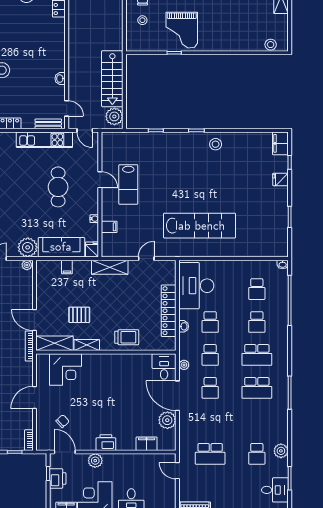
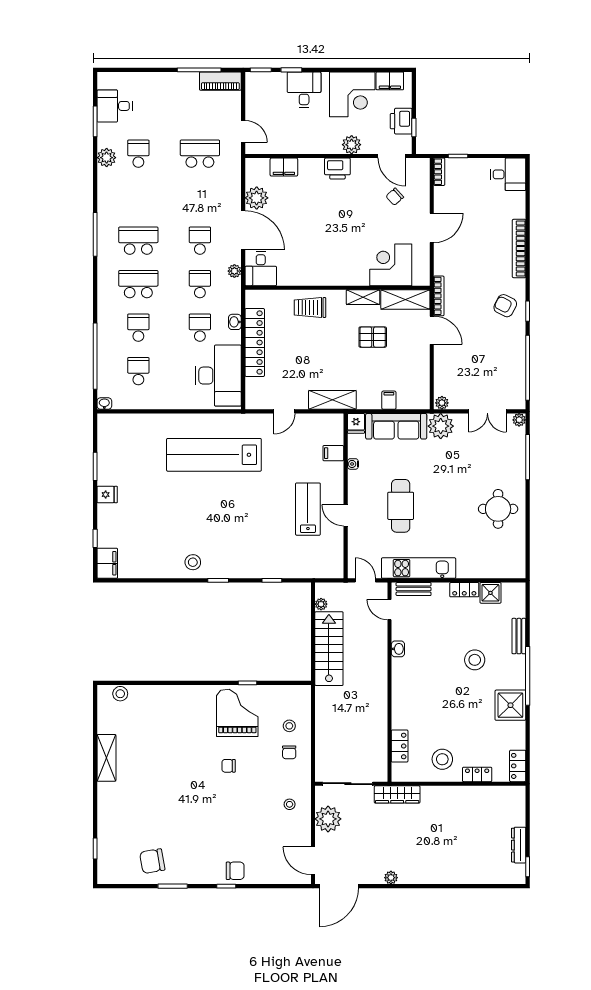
plant: (114, 116) -> (321, 604), width x0.53, depth x0.53
fridge: (280, 179) -> (107, 495), moved

